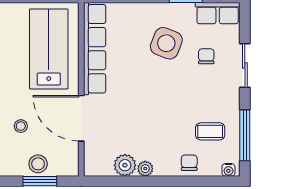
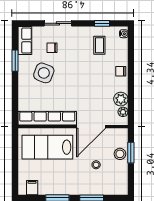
window: (245, 135) -> (102, 23), width x0.46
chair: (189, 163) -> (121, 71), moved
plant: (145, 169) -> (123, 112), moved

